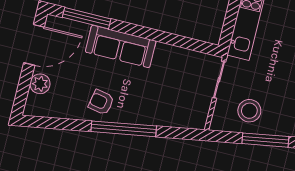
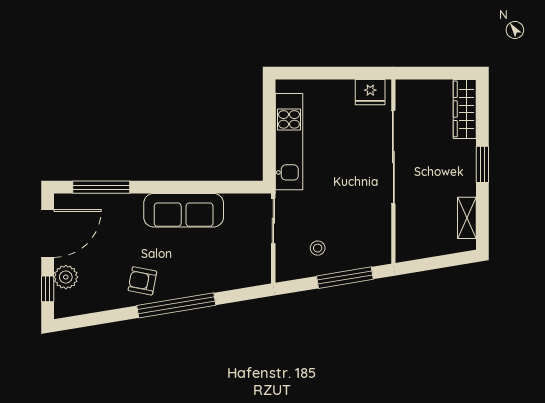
sofa: (121, 46) -> (184, 210), moved
window: (23, 90) -> (48, 289), added
stool: (249, 111) -> (318, 248), width x0.53, depth x0.53

